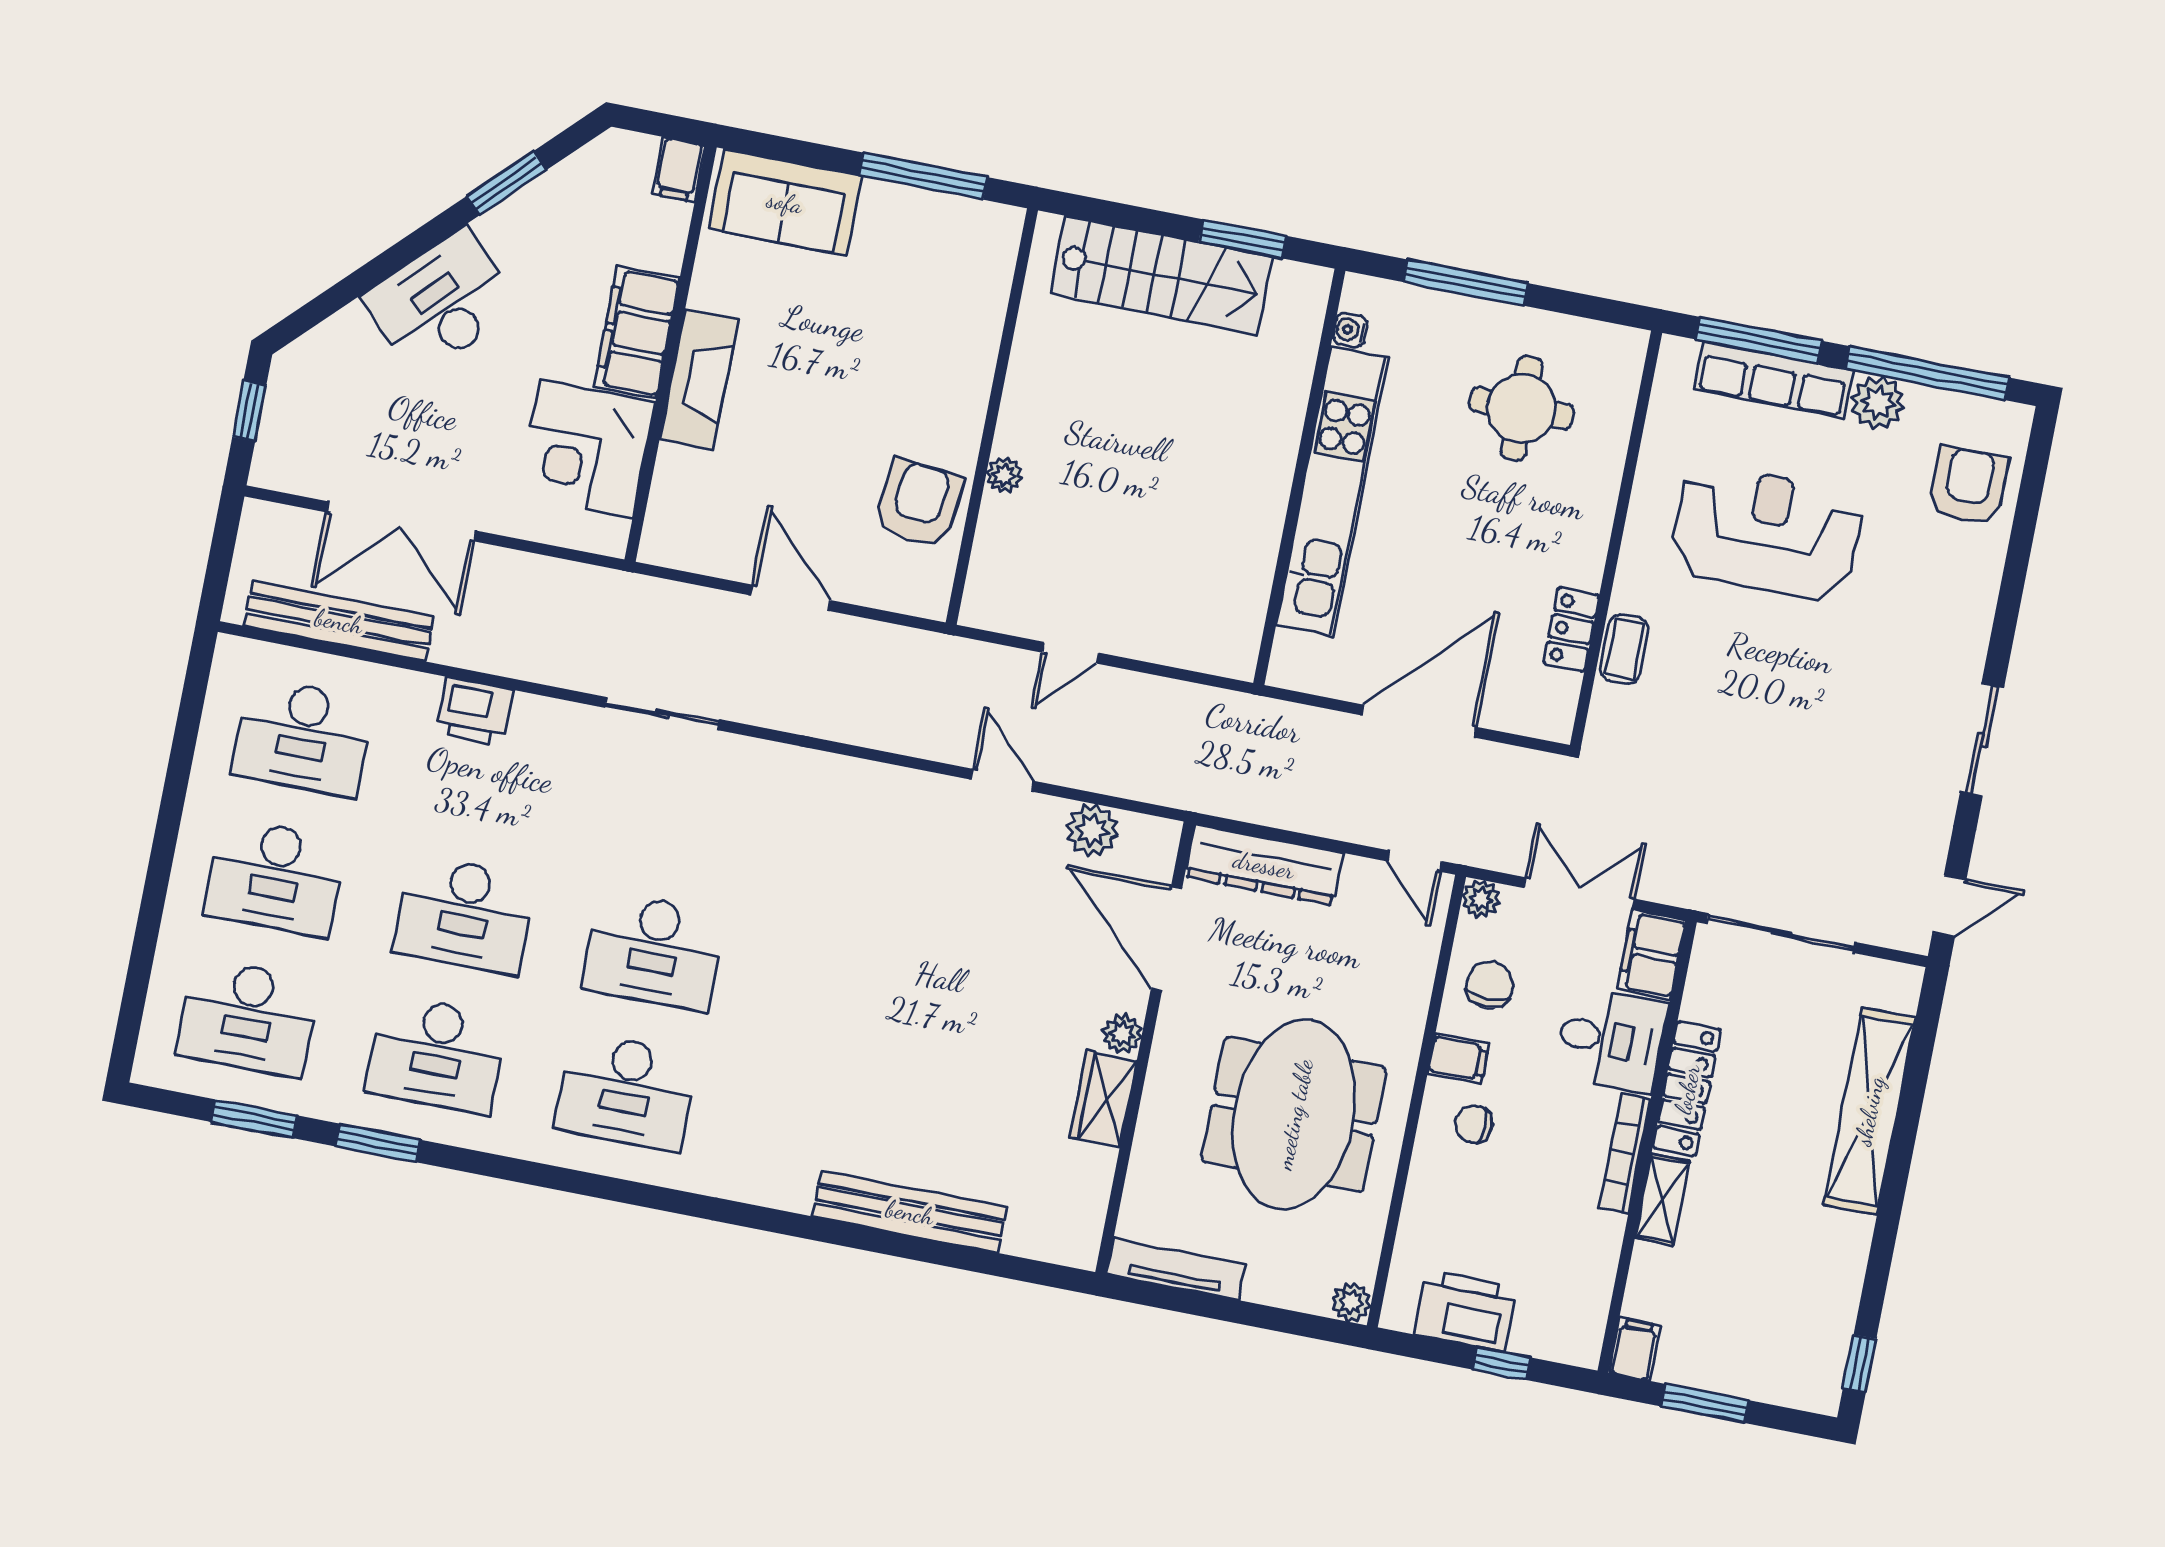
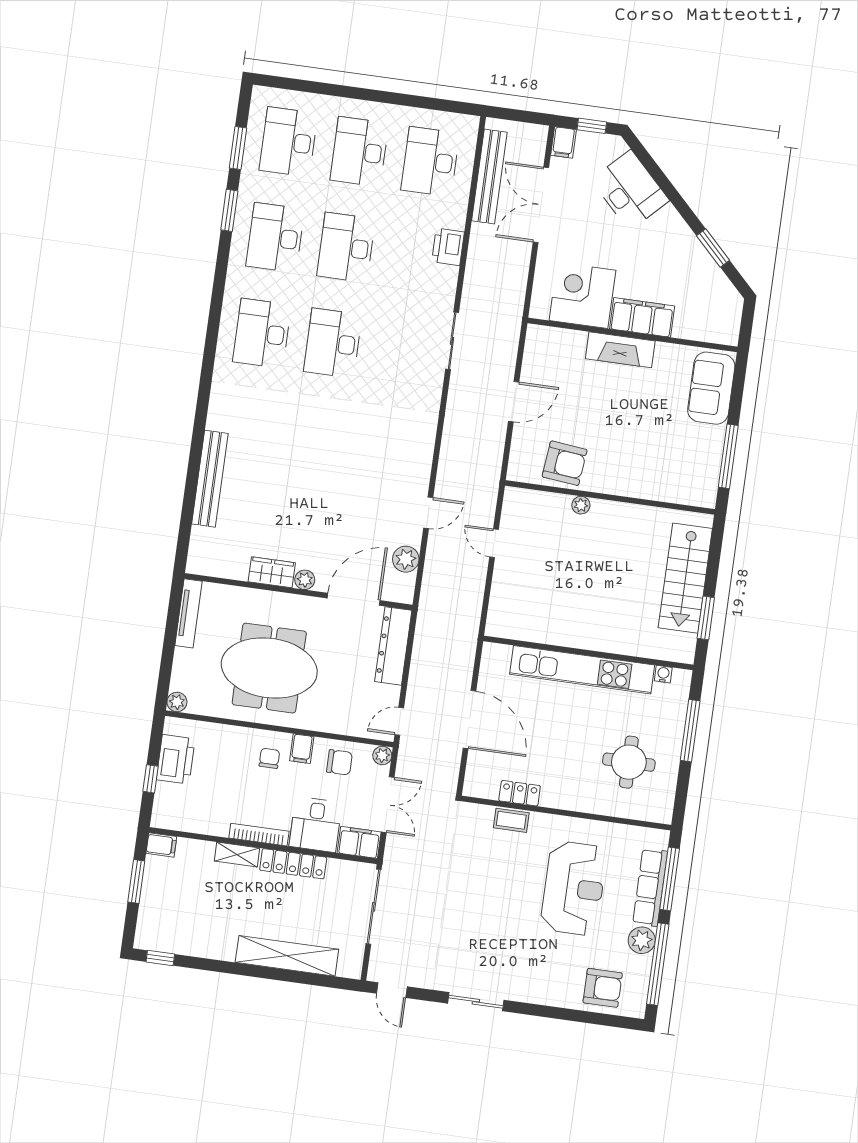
filing cabinet: (679, 170) -> (563, 142), moved, turned -90
desk: (441, 302) -> (630, 190), moved

